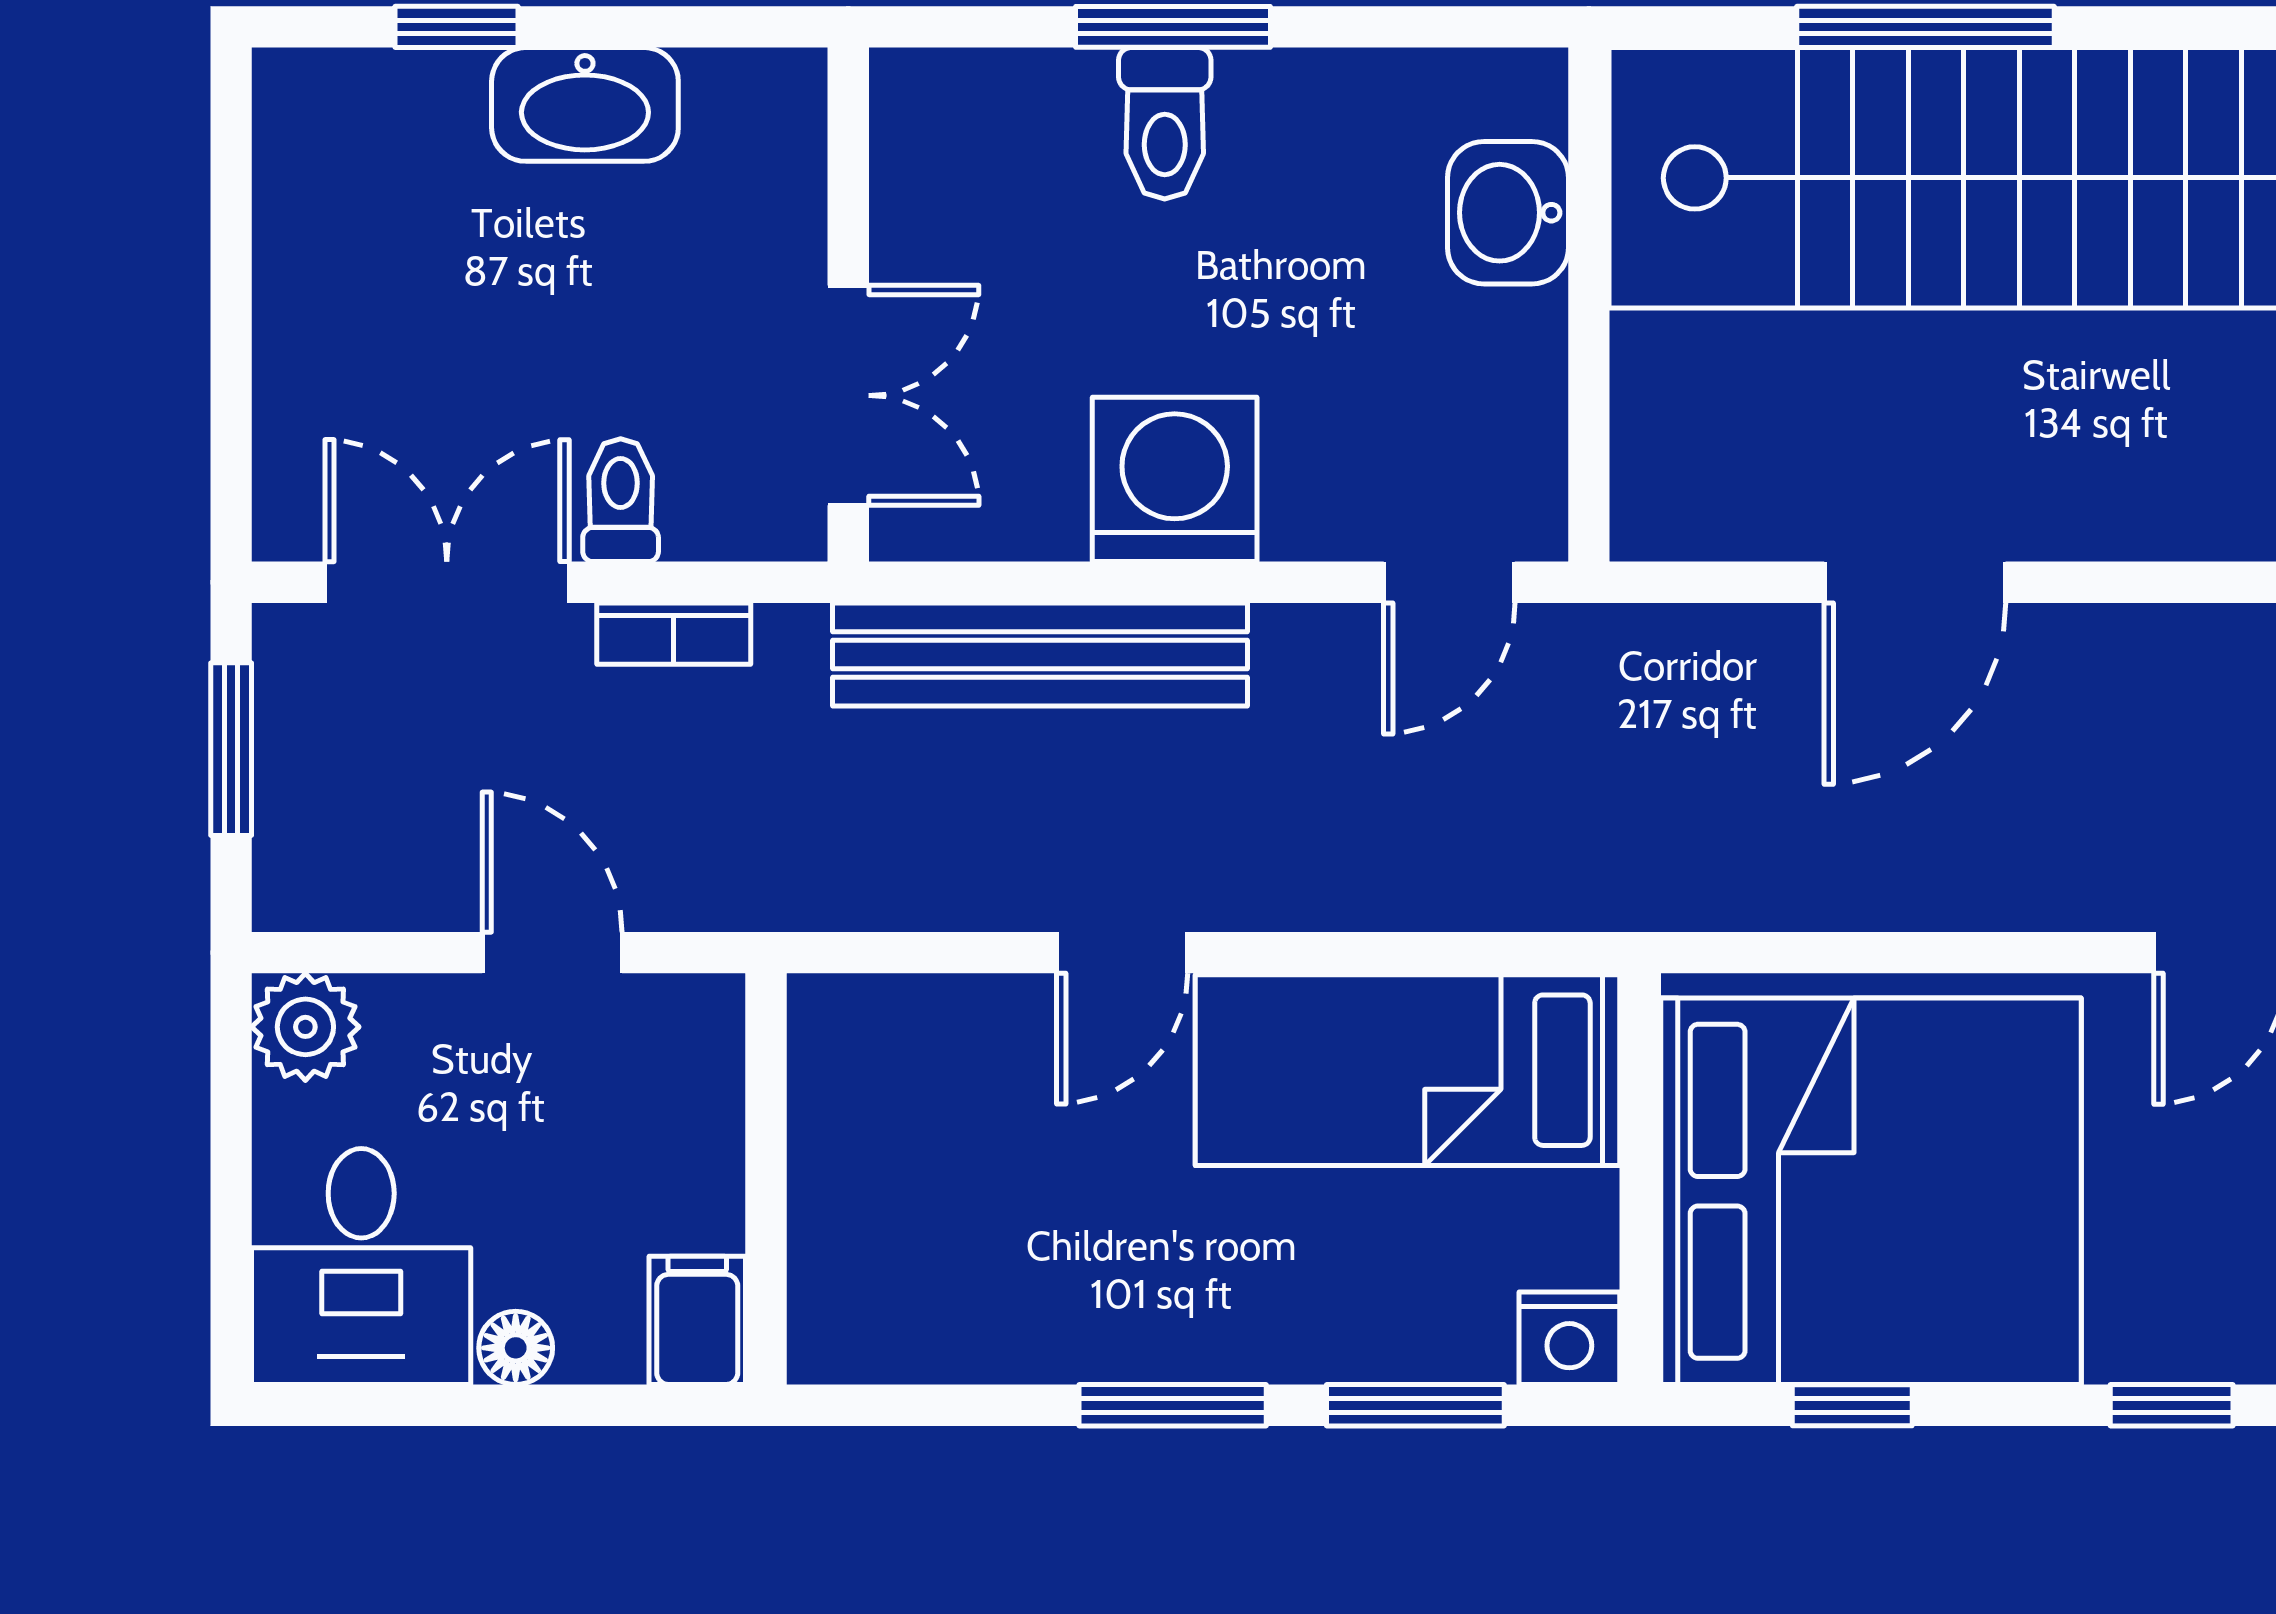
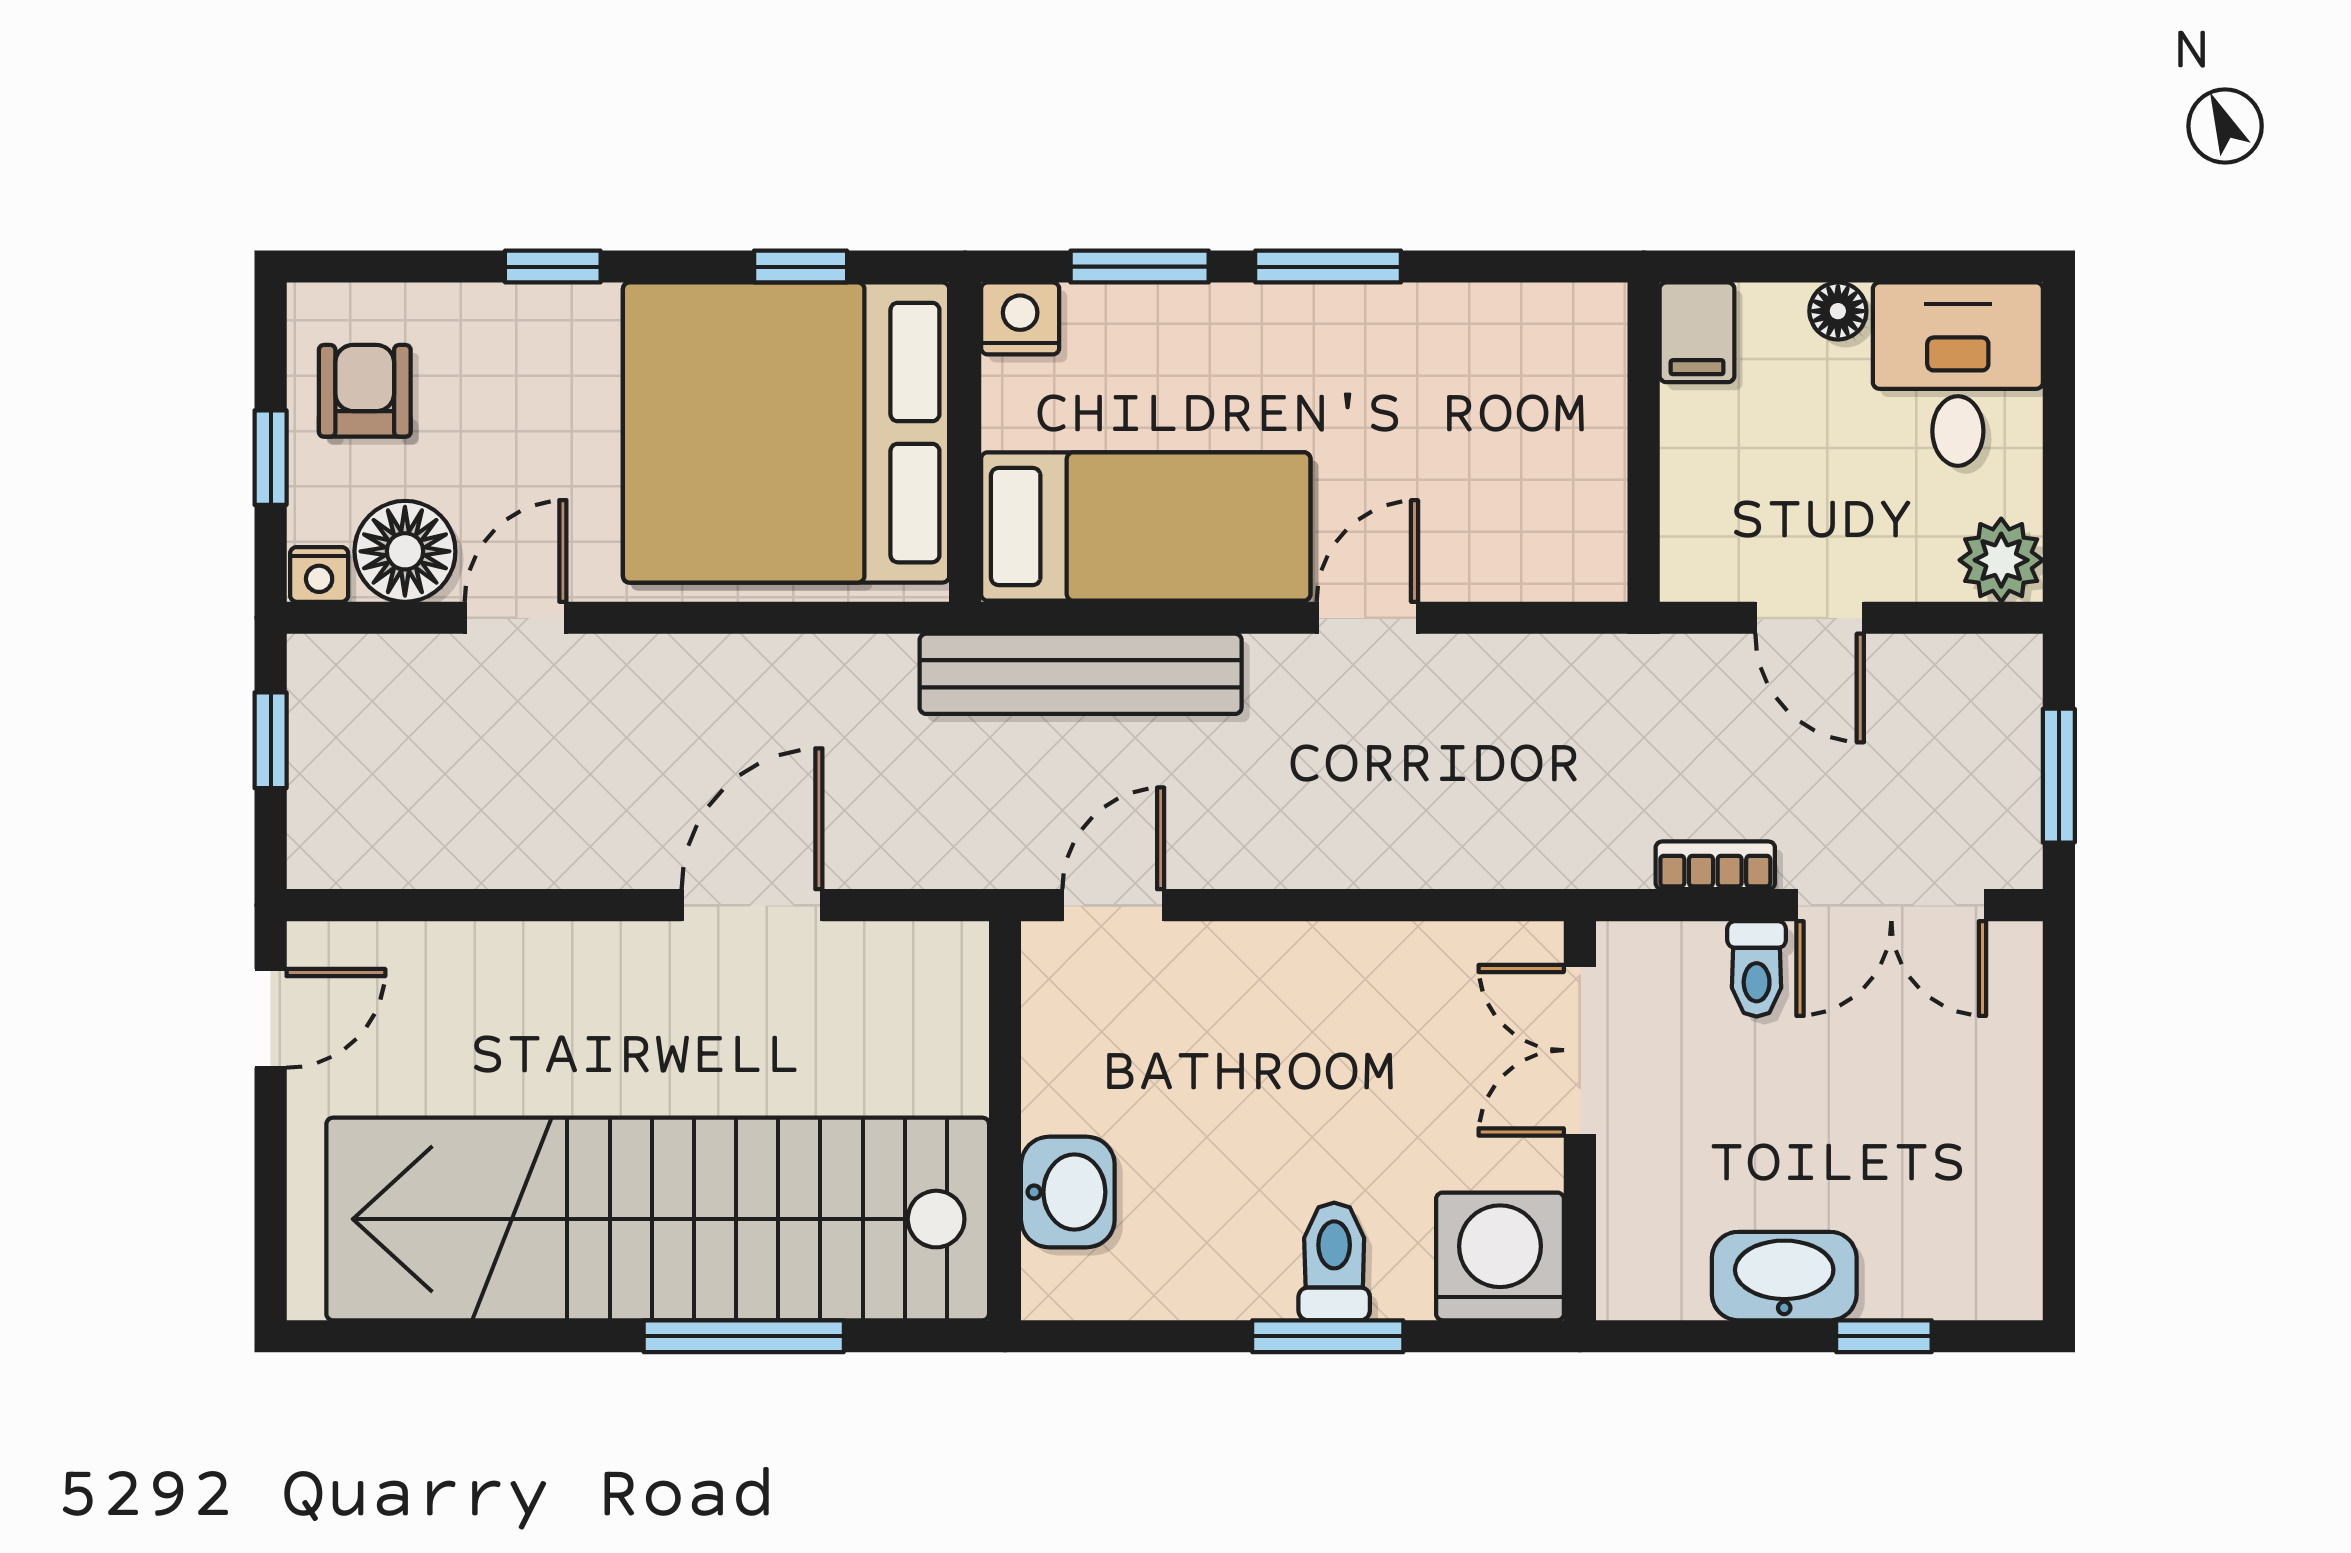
washing machine: (1175, 479) -> (1500, 1256), moved, turned 180
bench: (1040, 654) -> (1081, 674), moved

